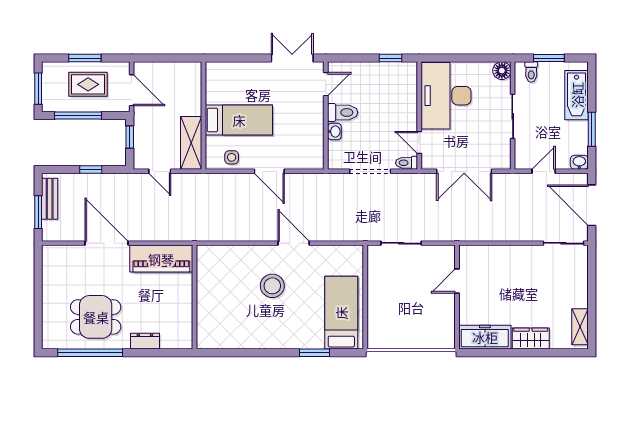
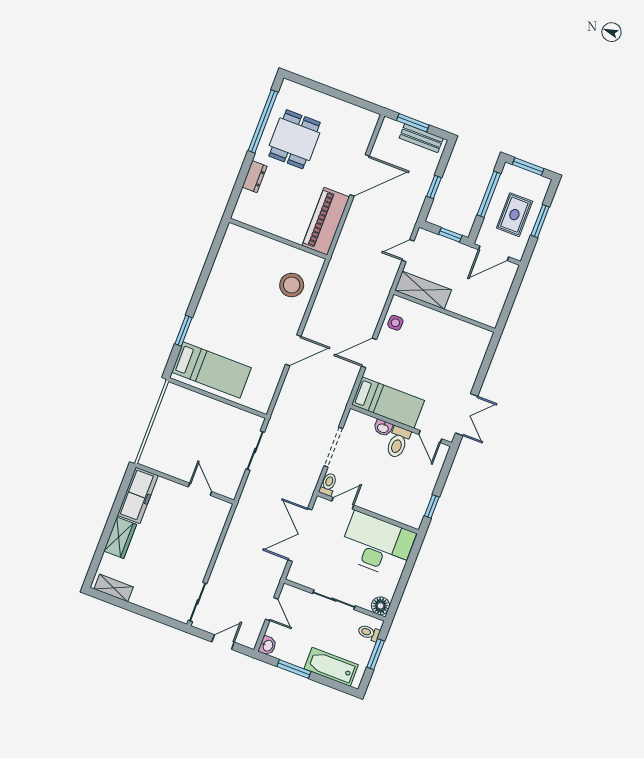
bed: (239, 120) -> (388, 402), moved, turned -90
door: (592, 205) -> (223, 642), width x0.53
stool: (272, 286) -> (292, 285), moved

